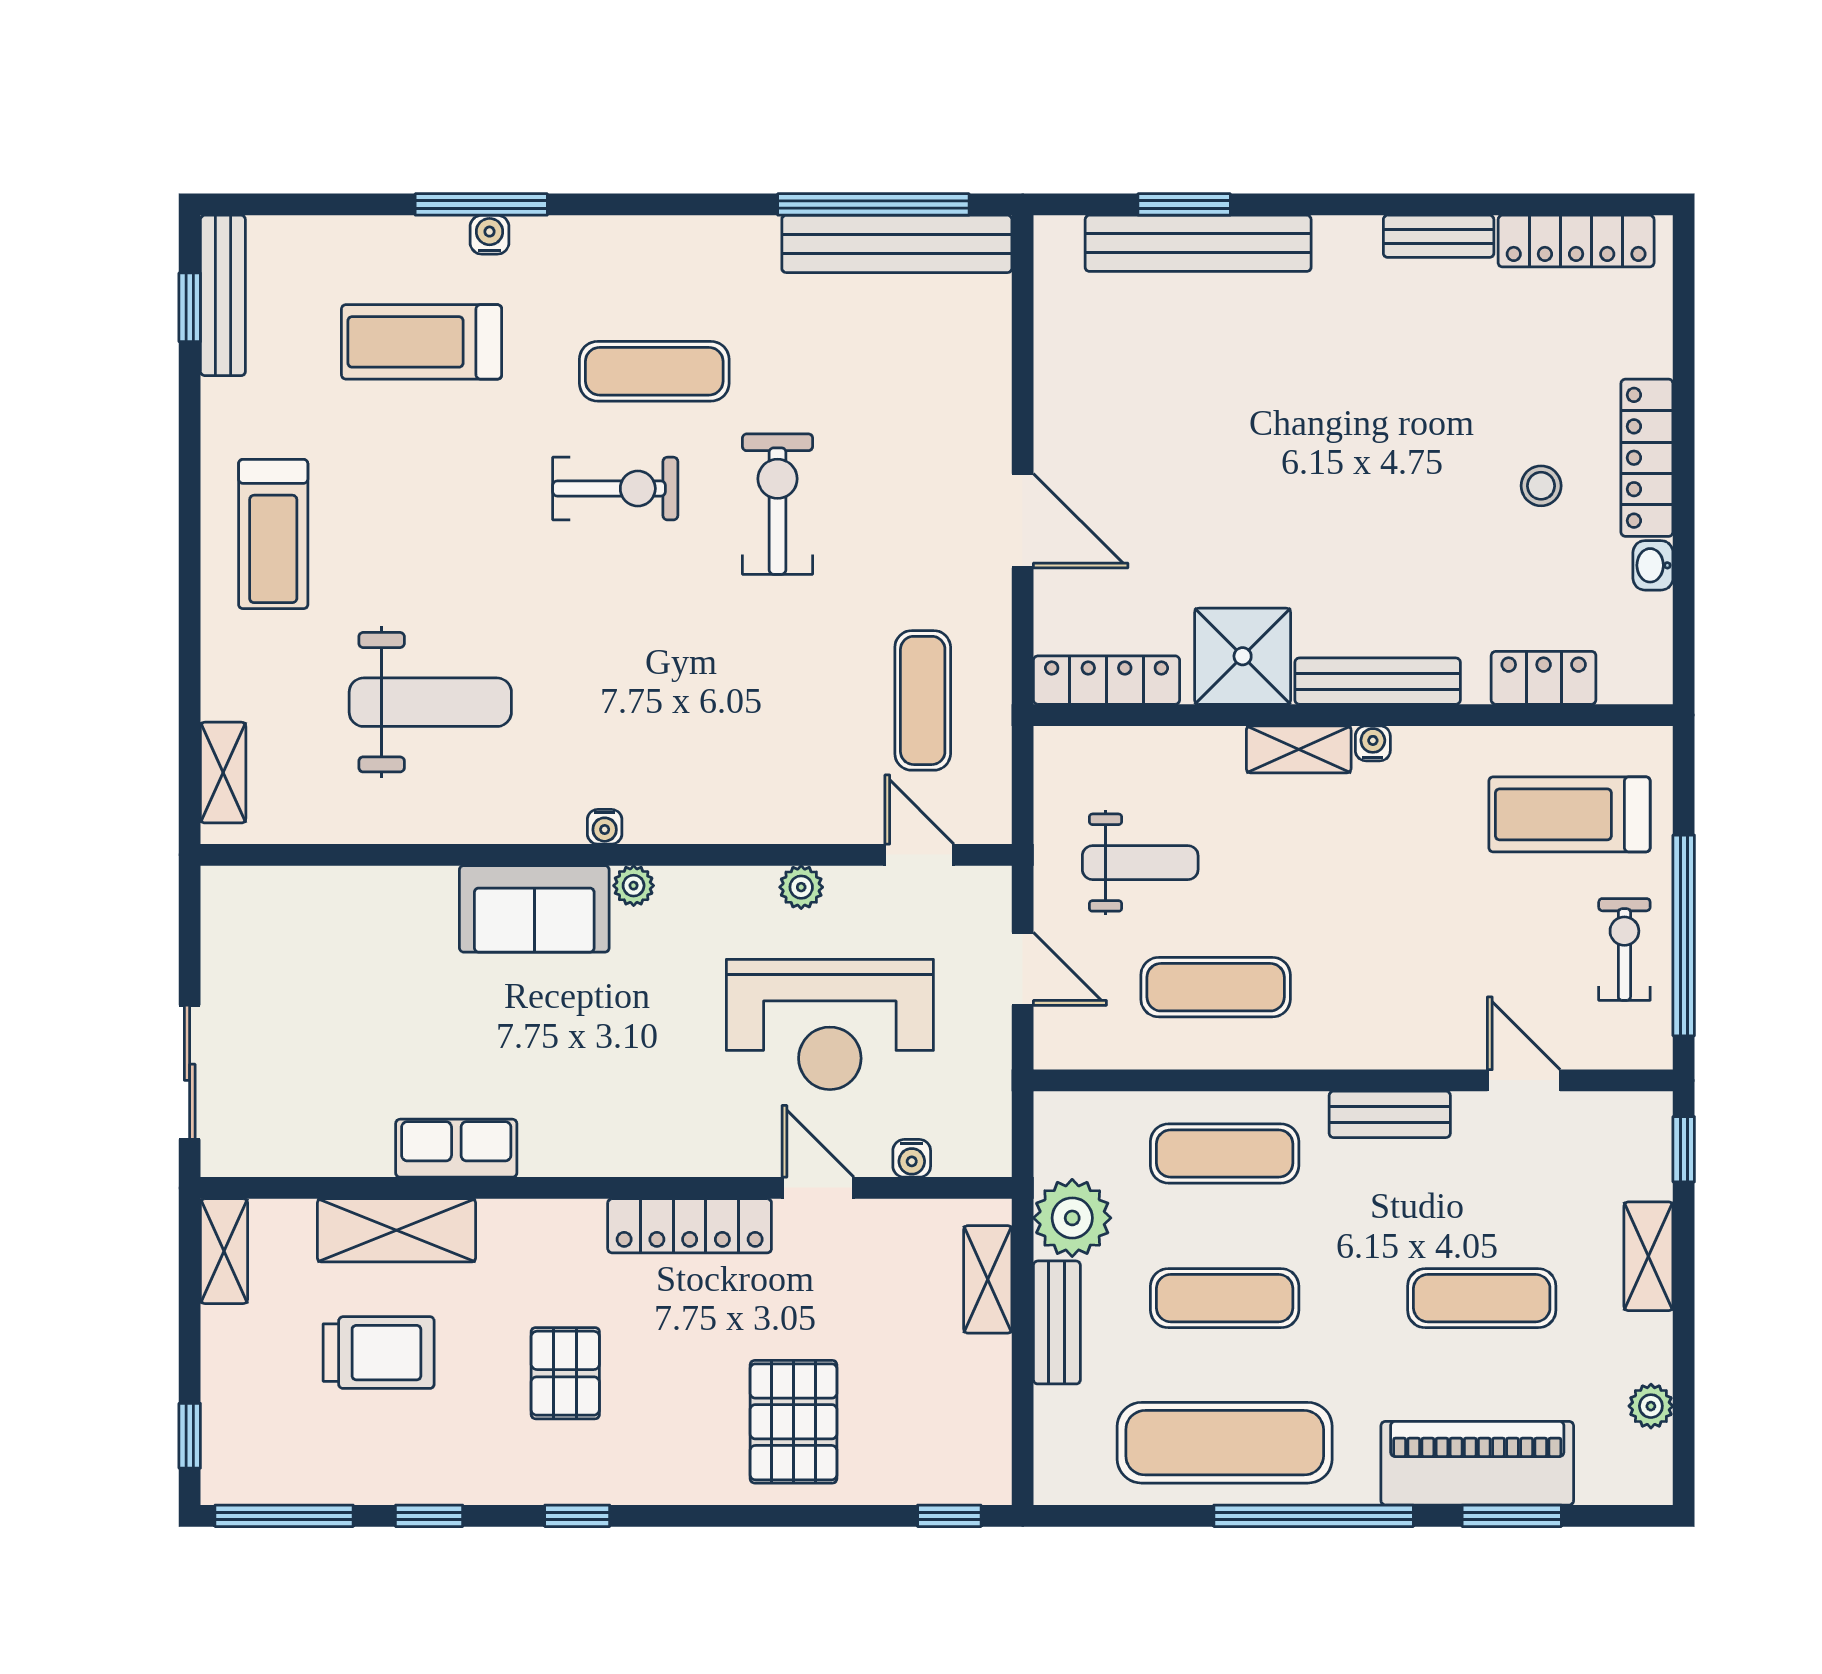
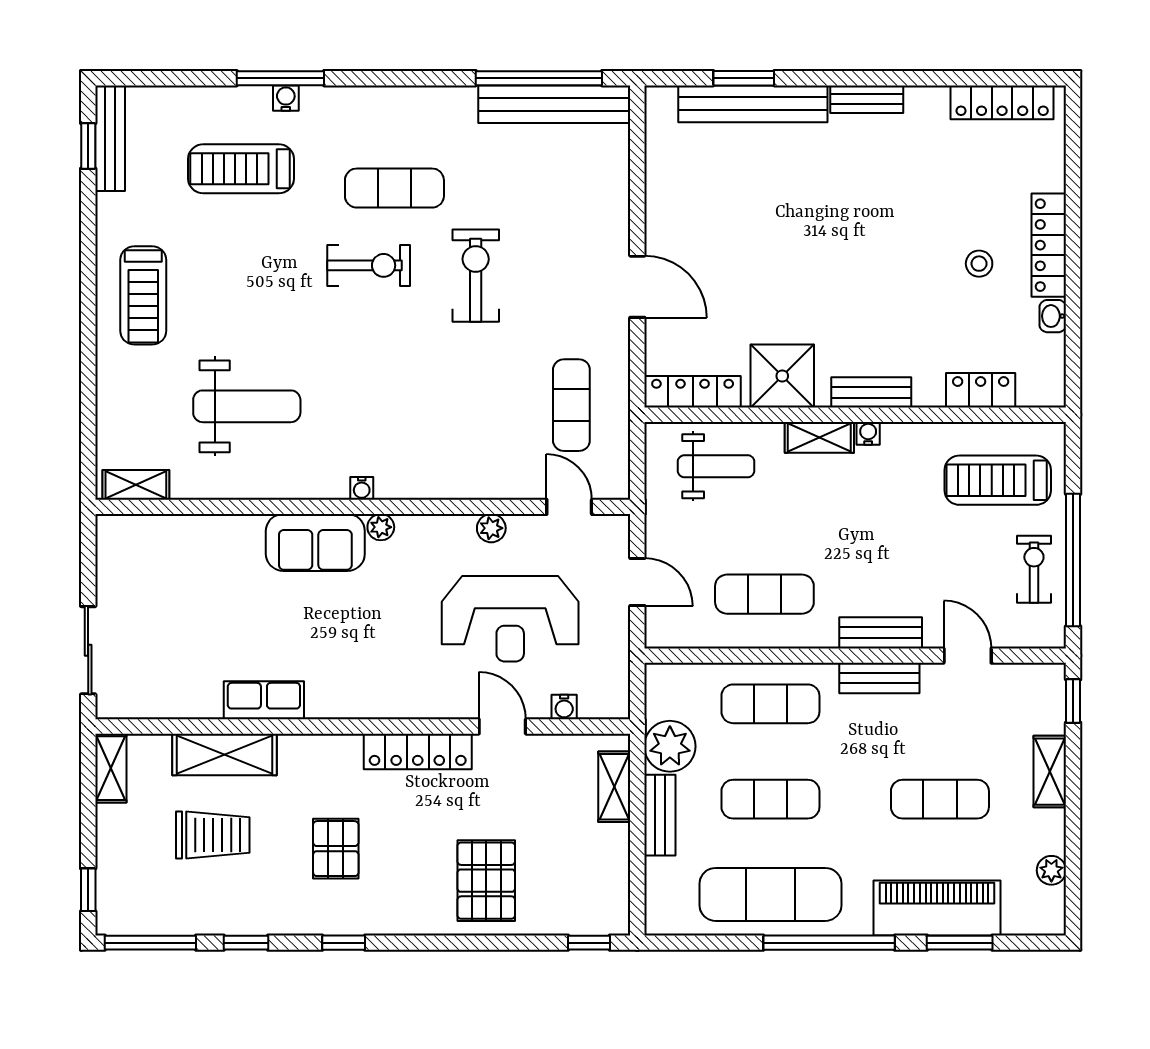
bench: (1439, 236) -> (867, 99), moved
bench: (1378, 681) -> (871, 392), width x0.73
shelving: (223, 773) -> (136, 485), moved, turned 90
weight bench: (1140, 863) -> (716, 466), moved
bench: (1392, 1046) -> (881, 633), added

